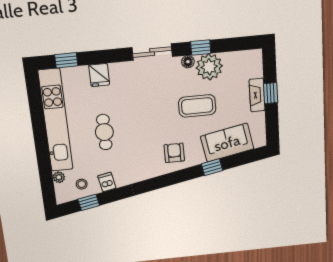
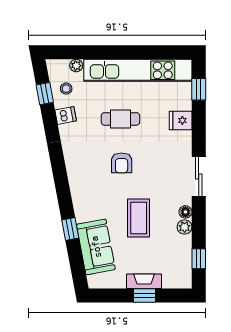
window: (201, 47) -> (199, 259), moved
plant: (209, 67) -> (185, 227), width x0.53, depth x0.53
armchair: (174, 153) -> (122, 163), moved, turned 90

